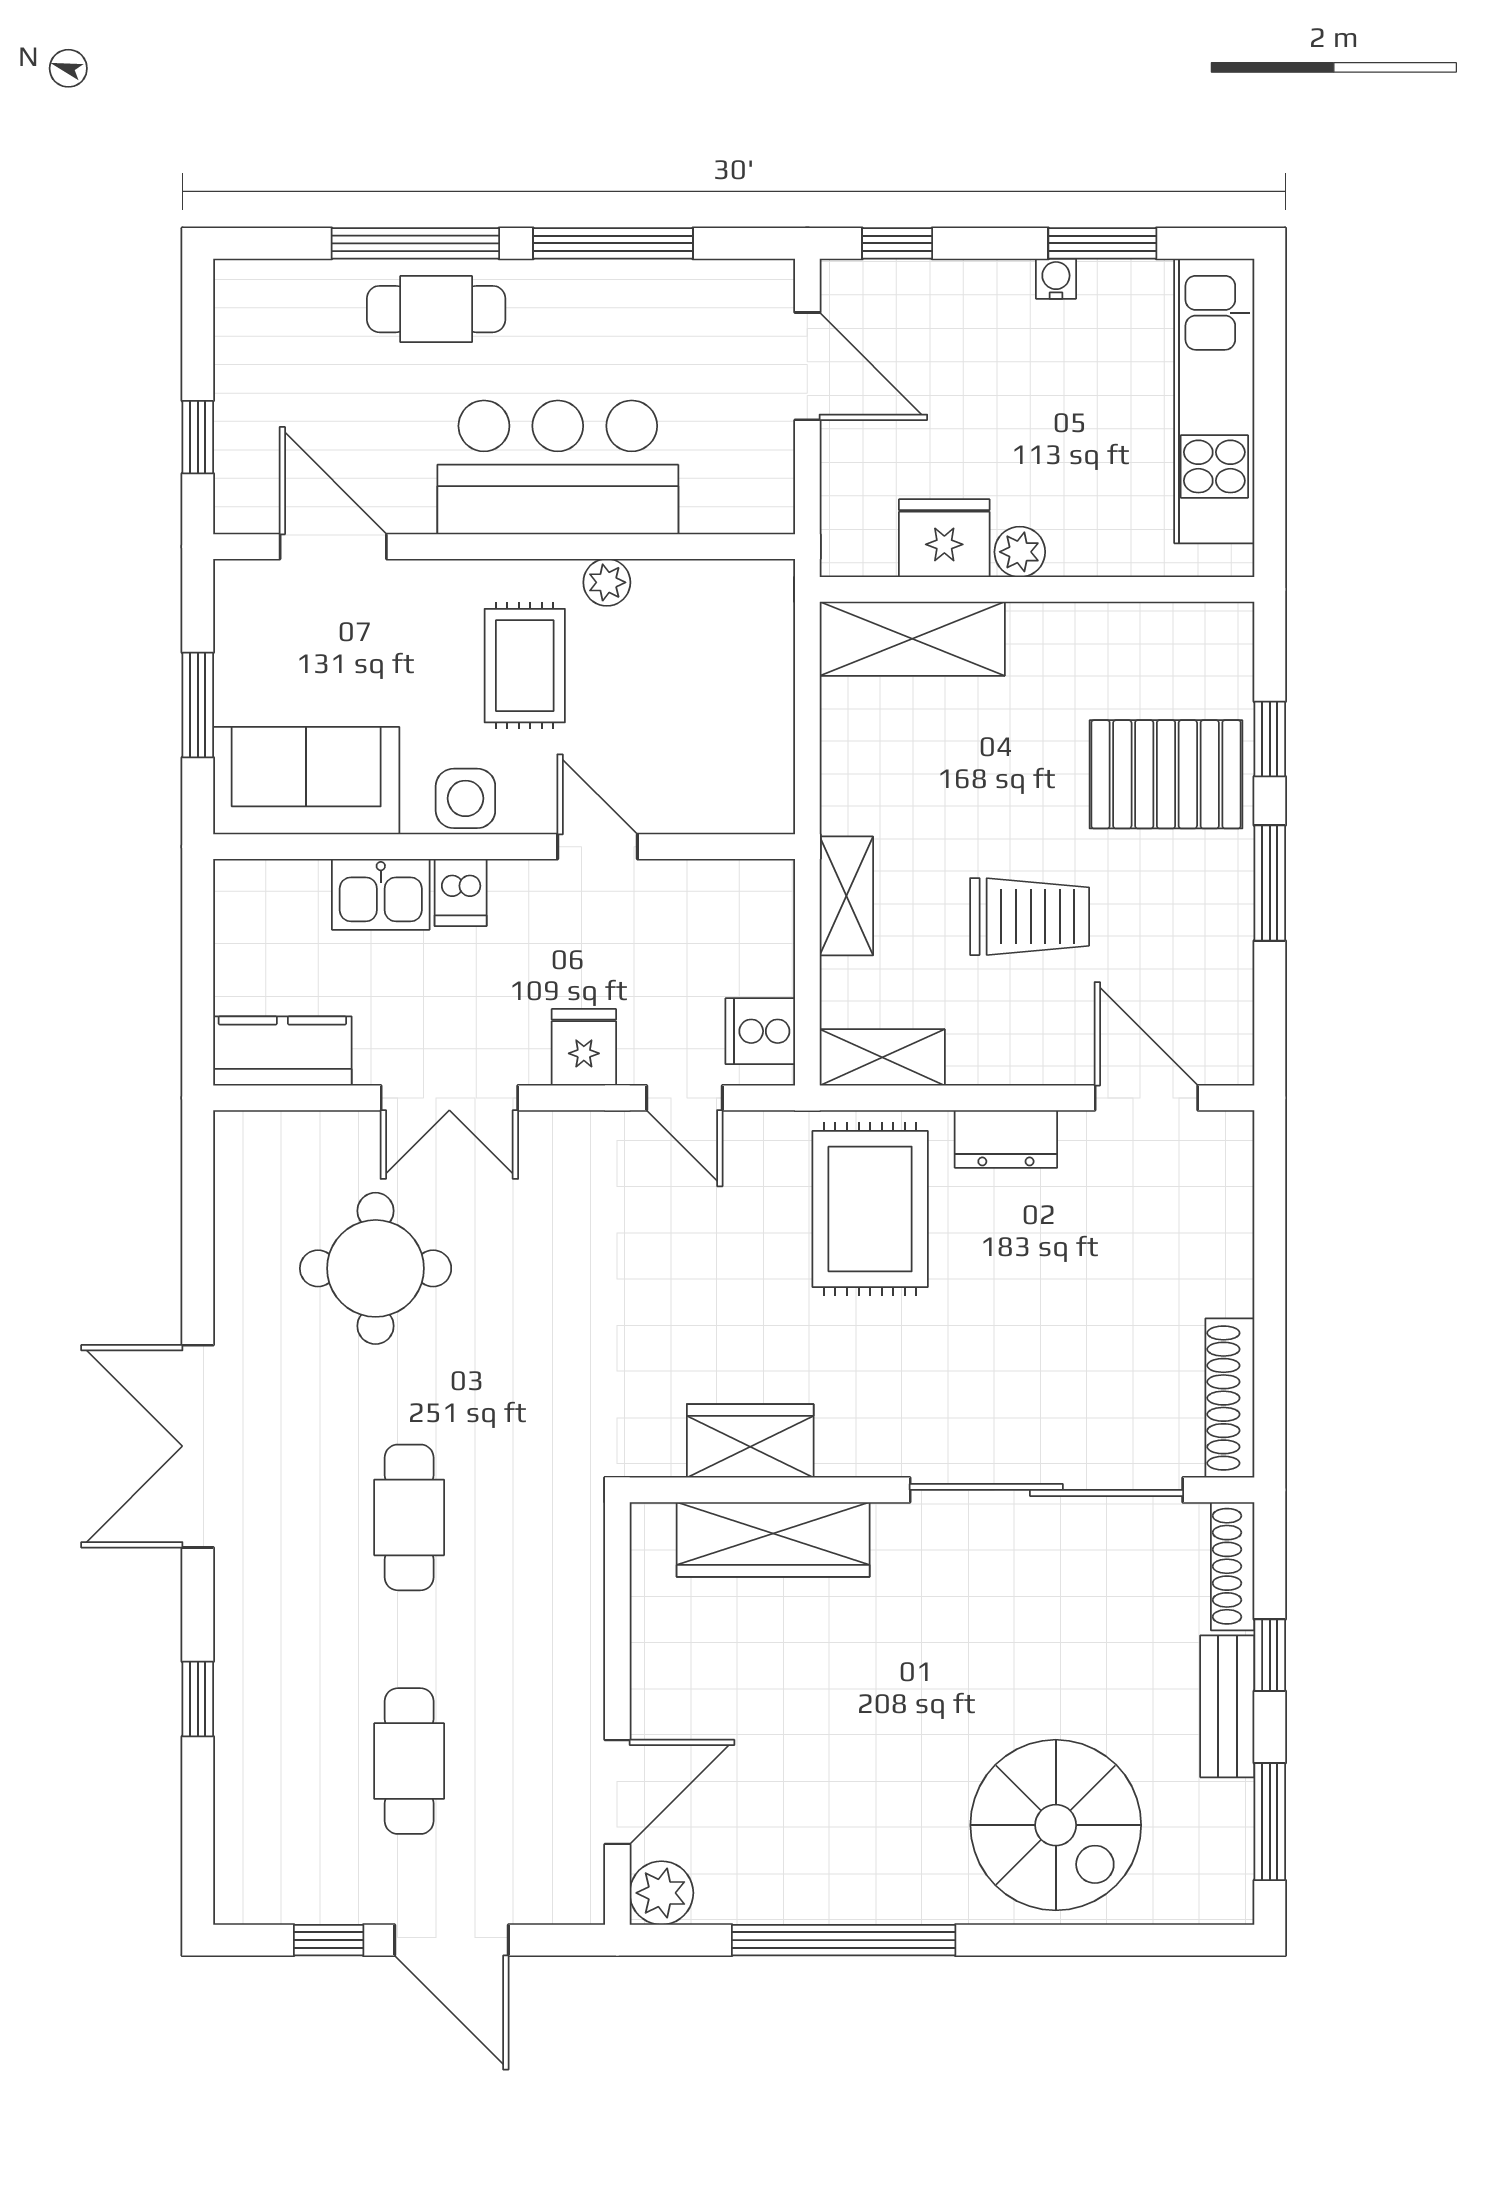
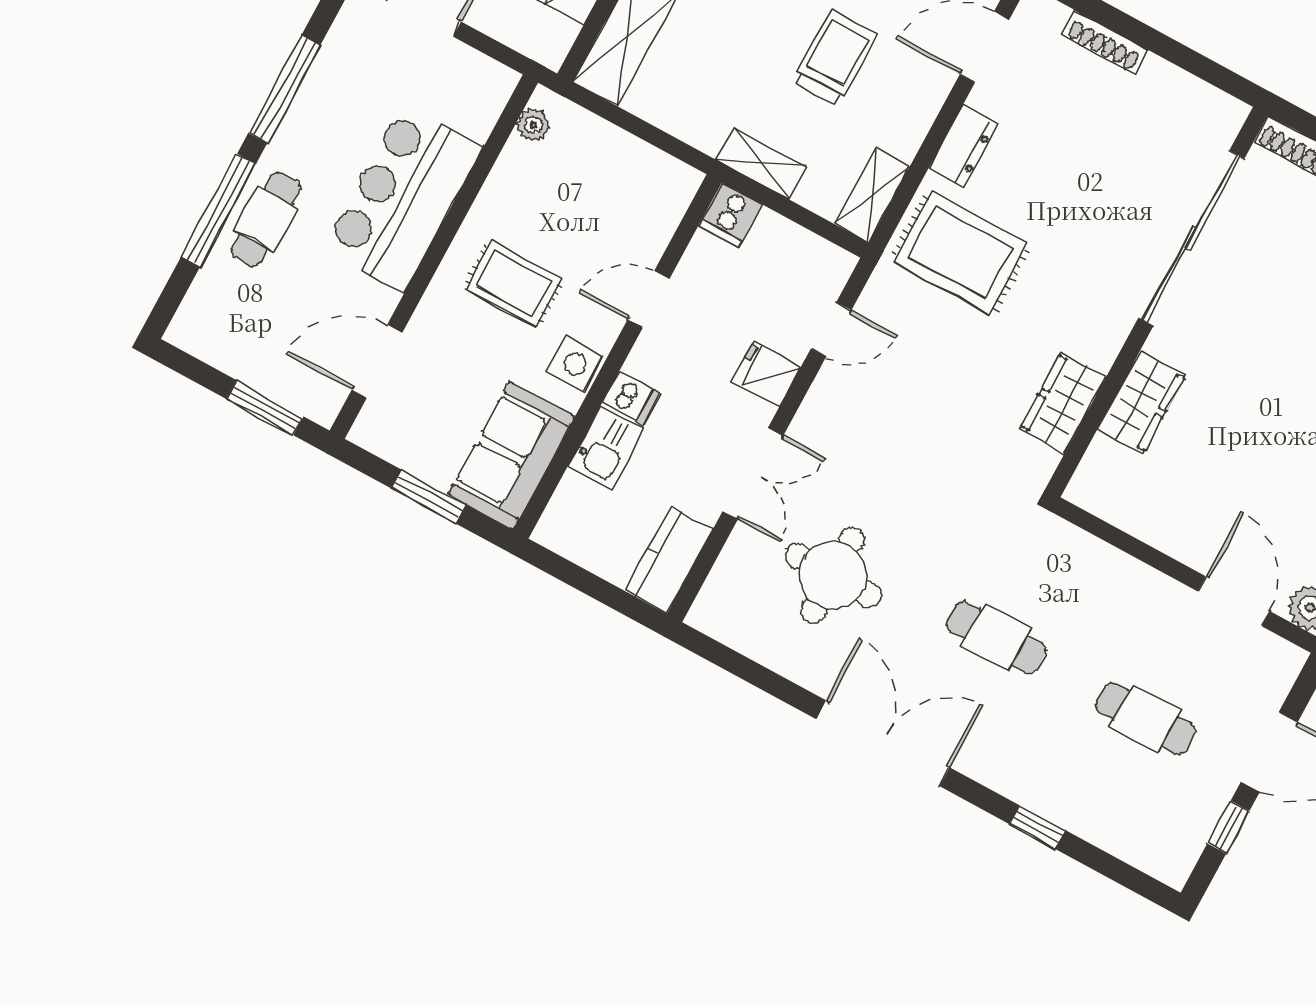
window: (198, 437) -> (265, 408), width x1.50
plant: (607, 582) -> (533, 125), moved
cooker: (760, 1031) -> (730, 215), moved
shoe rack: (1230, 1398) -> (1105, 42), moved, width x0.74, depth x0.81
double door: (198, 1446) -> (883, 743), swing flipped
wardrobe: (773, 1539) -> (1142, 402), width x0.67

